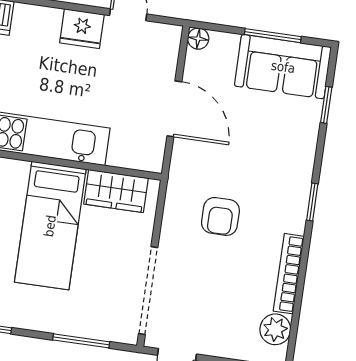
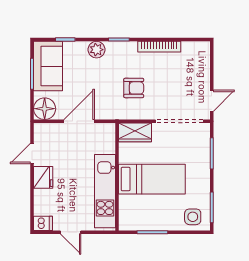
floor lamp: (198, 39) -> (45, 109), width x1.89, depth x1.89
wardrobe: (116, 191) -> (135, 132), moved, turned 90
plant: (275, 329) -> (97, 50), moved

